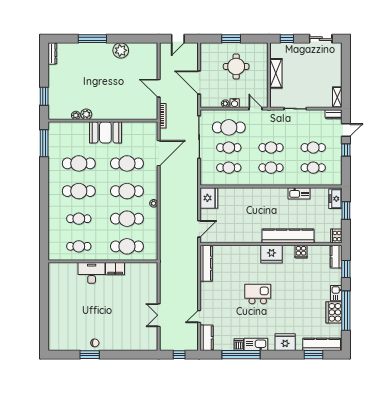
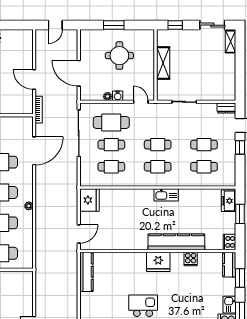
shelving: (337, 97) -> (230, 42), moved
kitchen sink: (299, 193) -> (166, 195), moved

